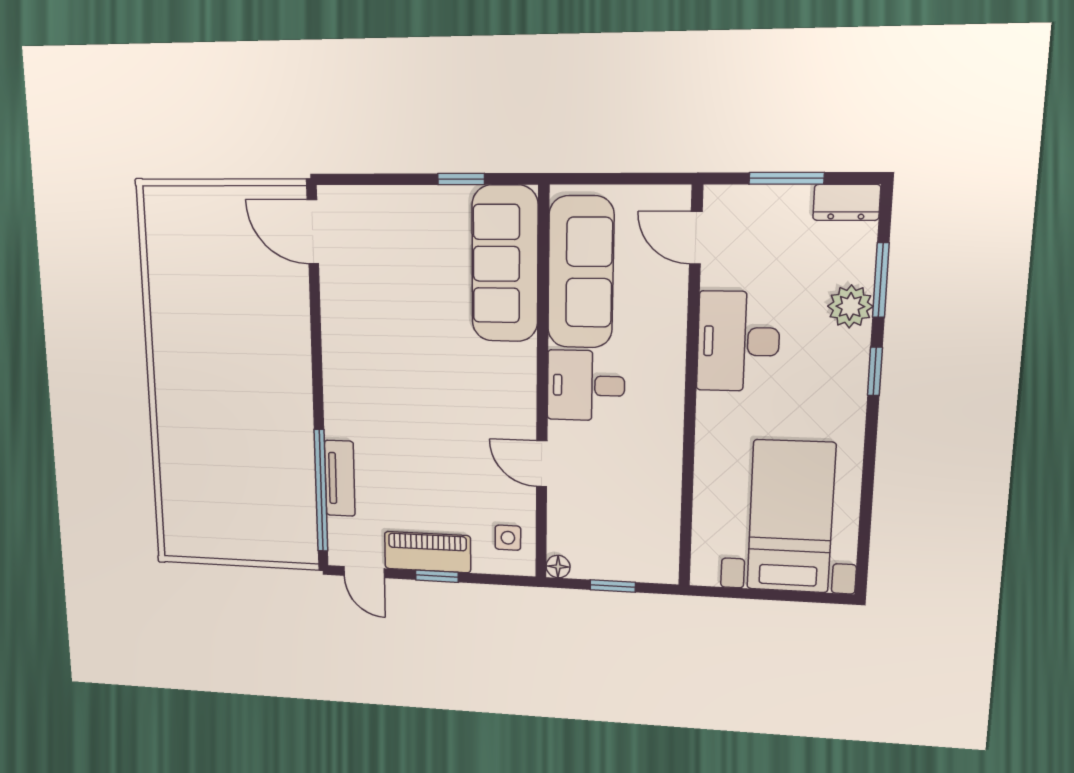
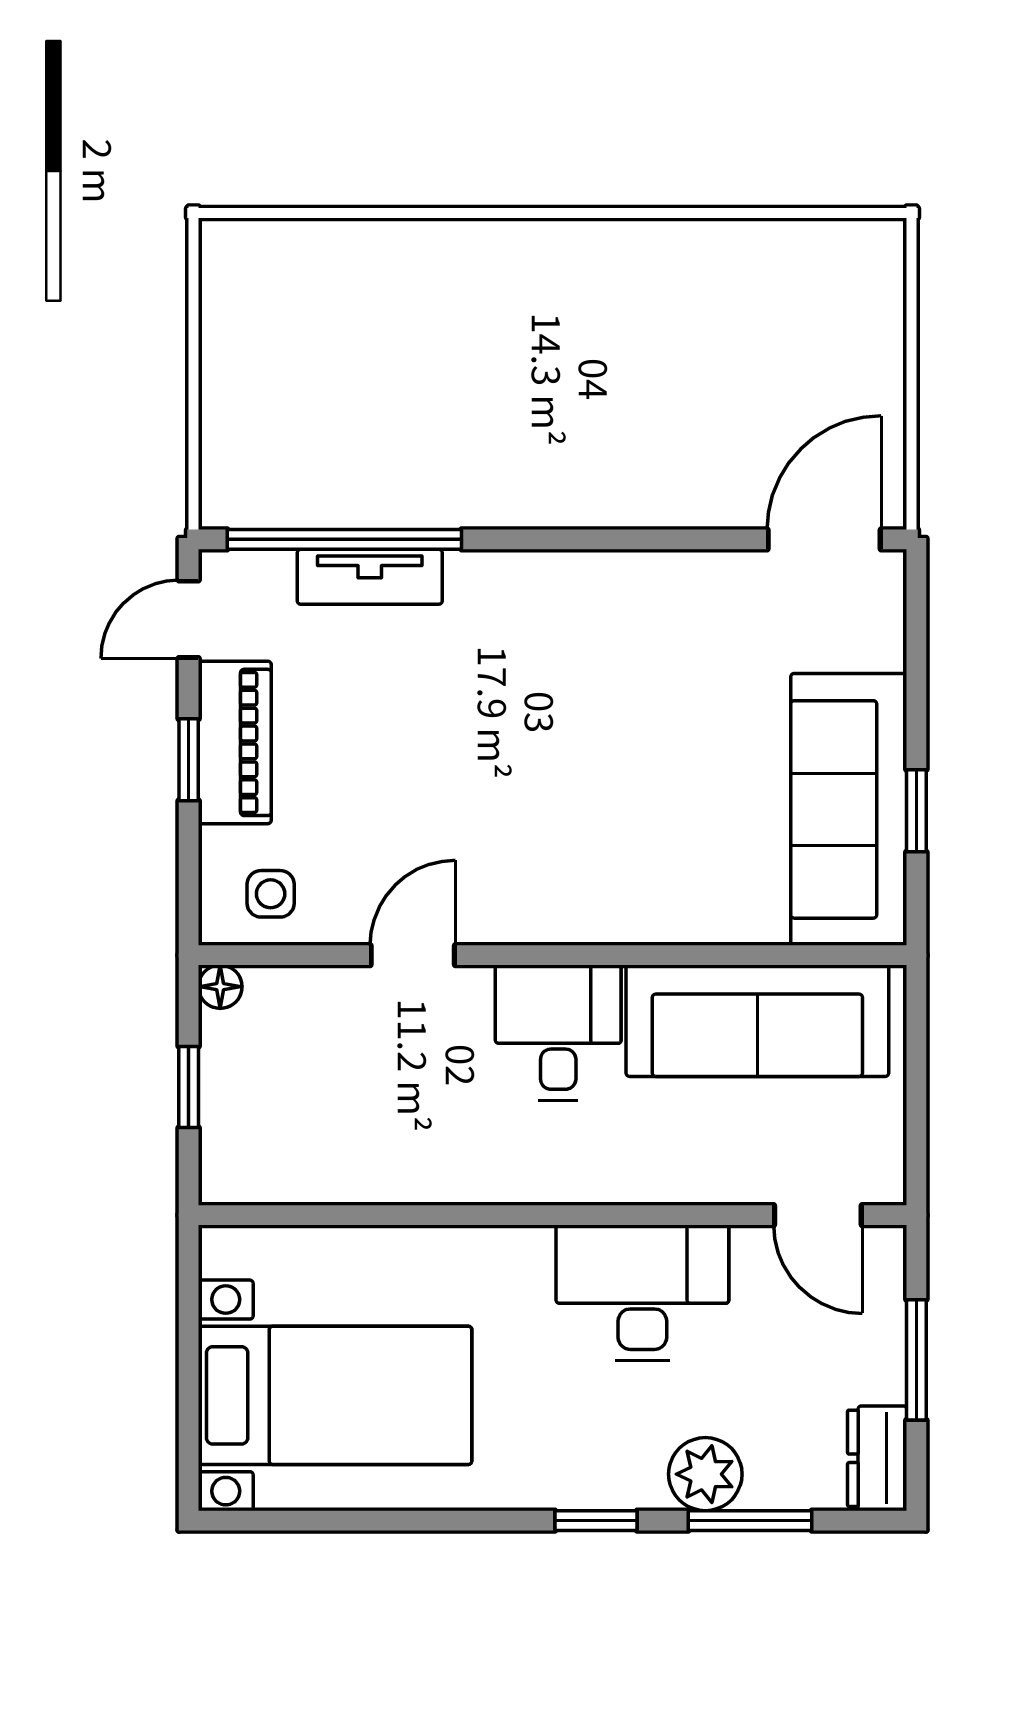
door: (696, 238) -> (818, 1215), swing flipped
sofa: (505, 264) -> (849, 809), moved, turned -90

